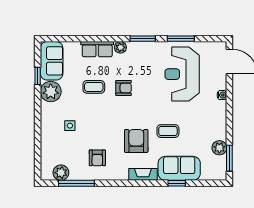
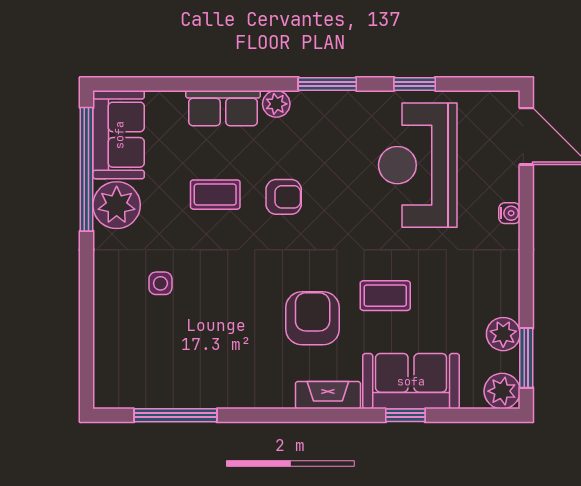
window: (181, 39) -> (415, 84), width x0.67
window: (38, 76) -> (87, 169), width x3.17
armchair: (97, 158) -> (223, 357), removed
plant: (61, 173) -> (502, 391), moved

